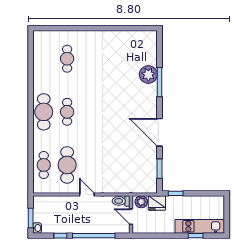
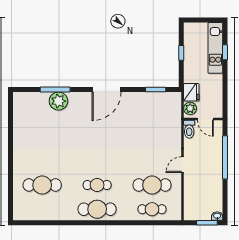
cafe table: (67, 59) -> (42, 185), width x1.37, depth x1.35
window: (159, 82) -> (55, 90), moved
door: (159, 132) -> (107, 90), moved
window: (176, 193) -> (181, 53), moved
door: (131, 217) -> (205, 119), hinge flipped
window: (60, 236) -> (225, 192), removed

